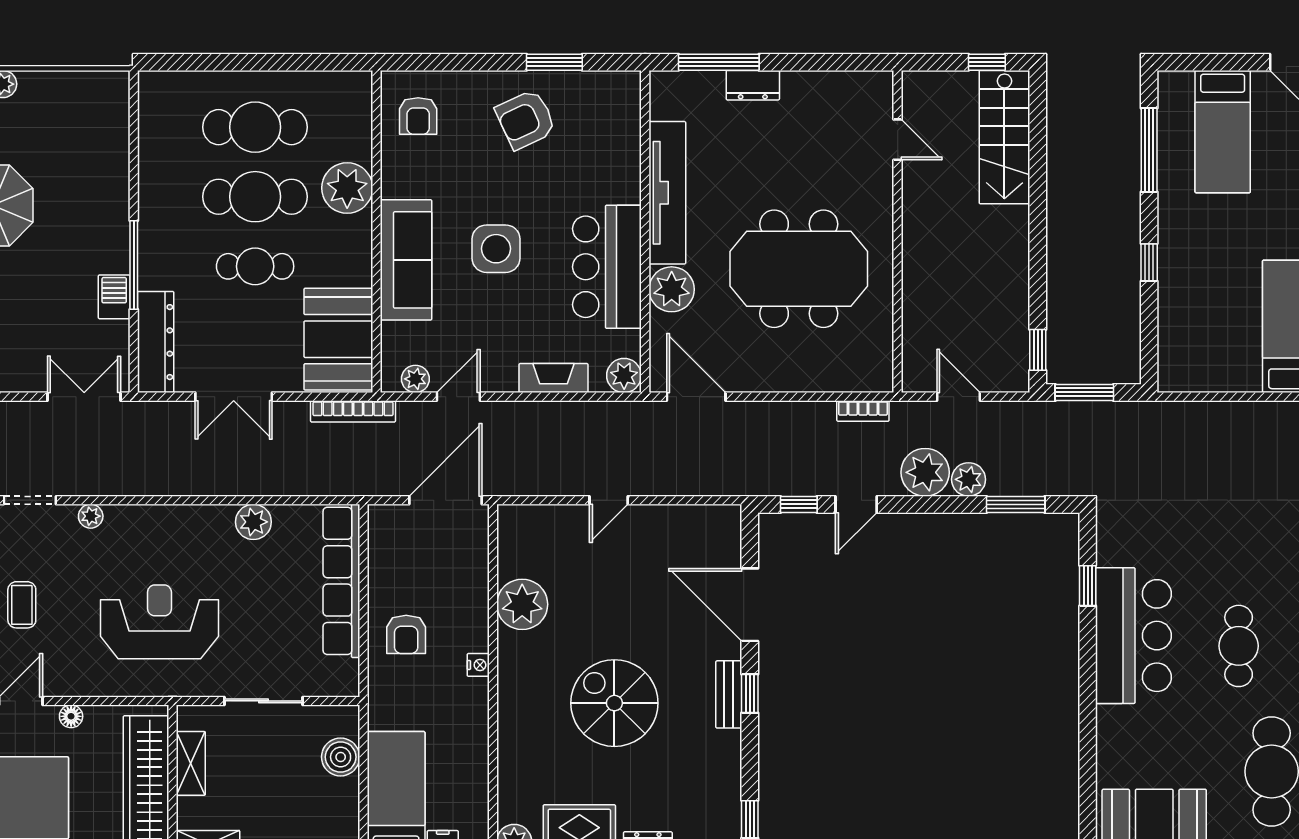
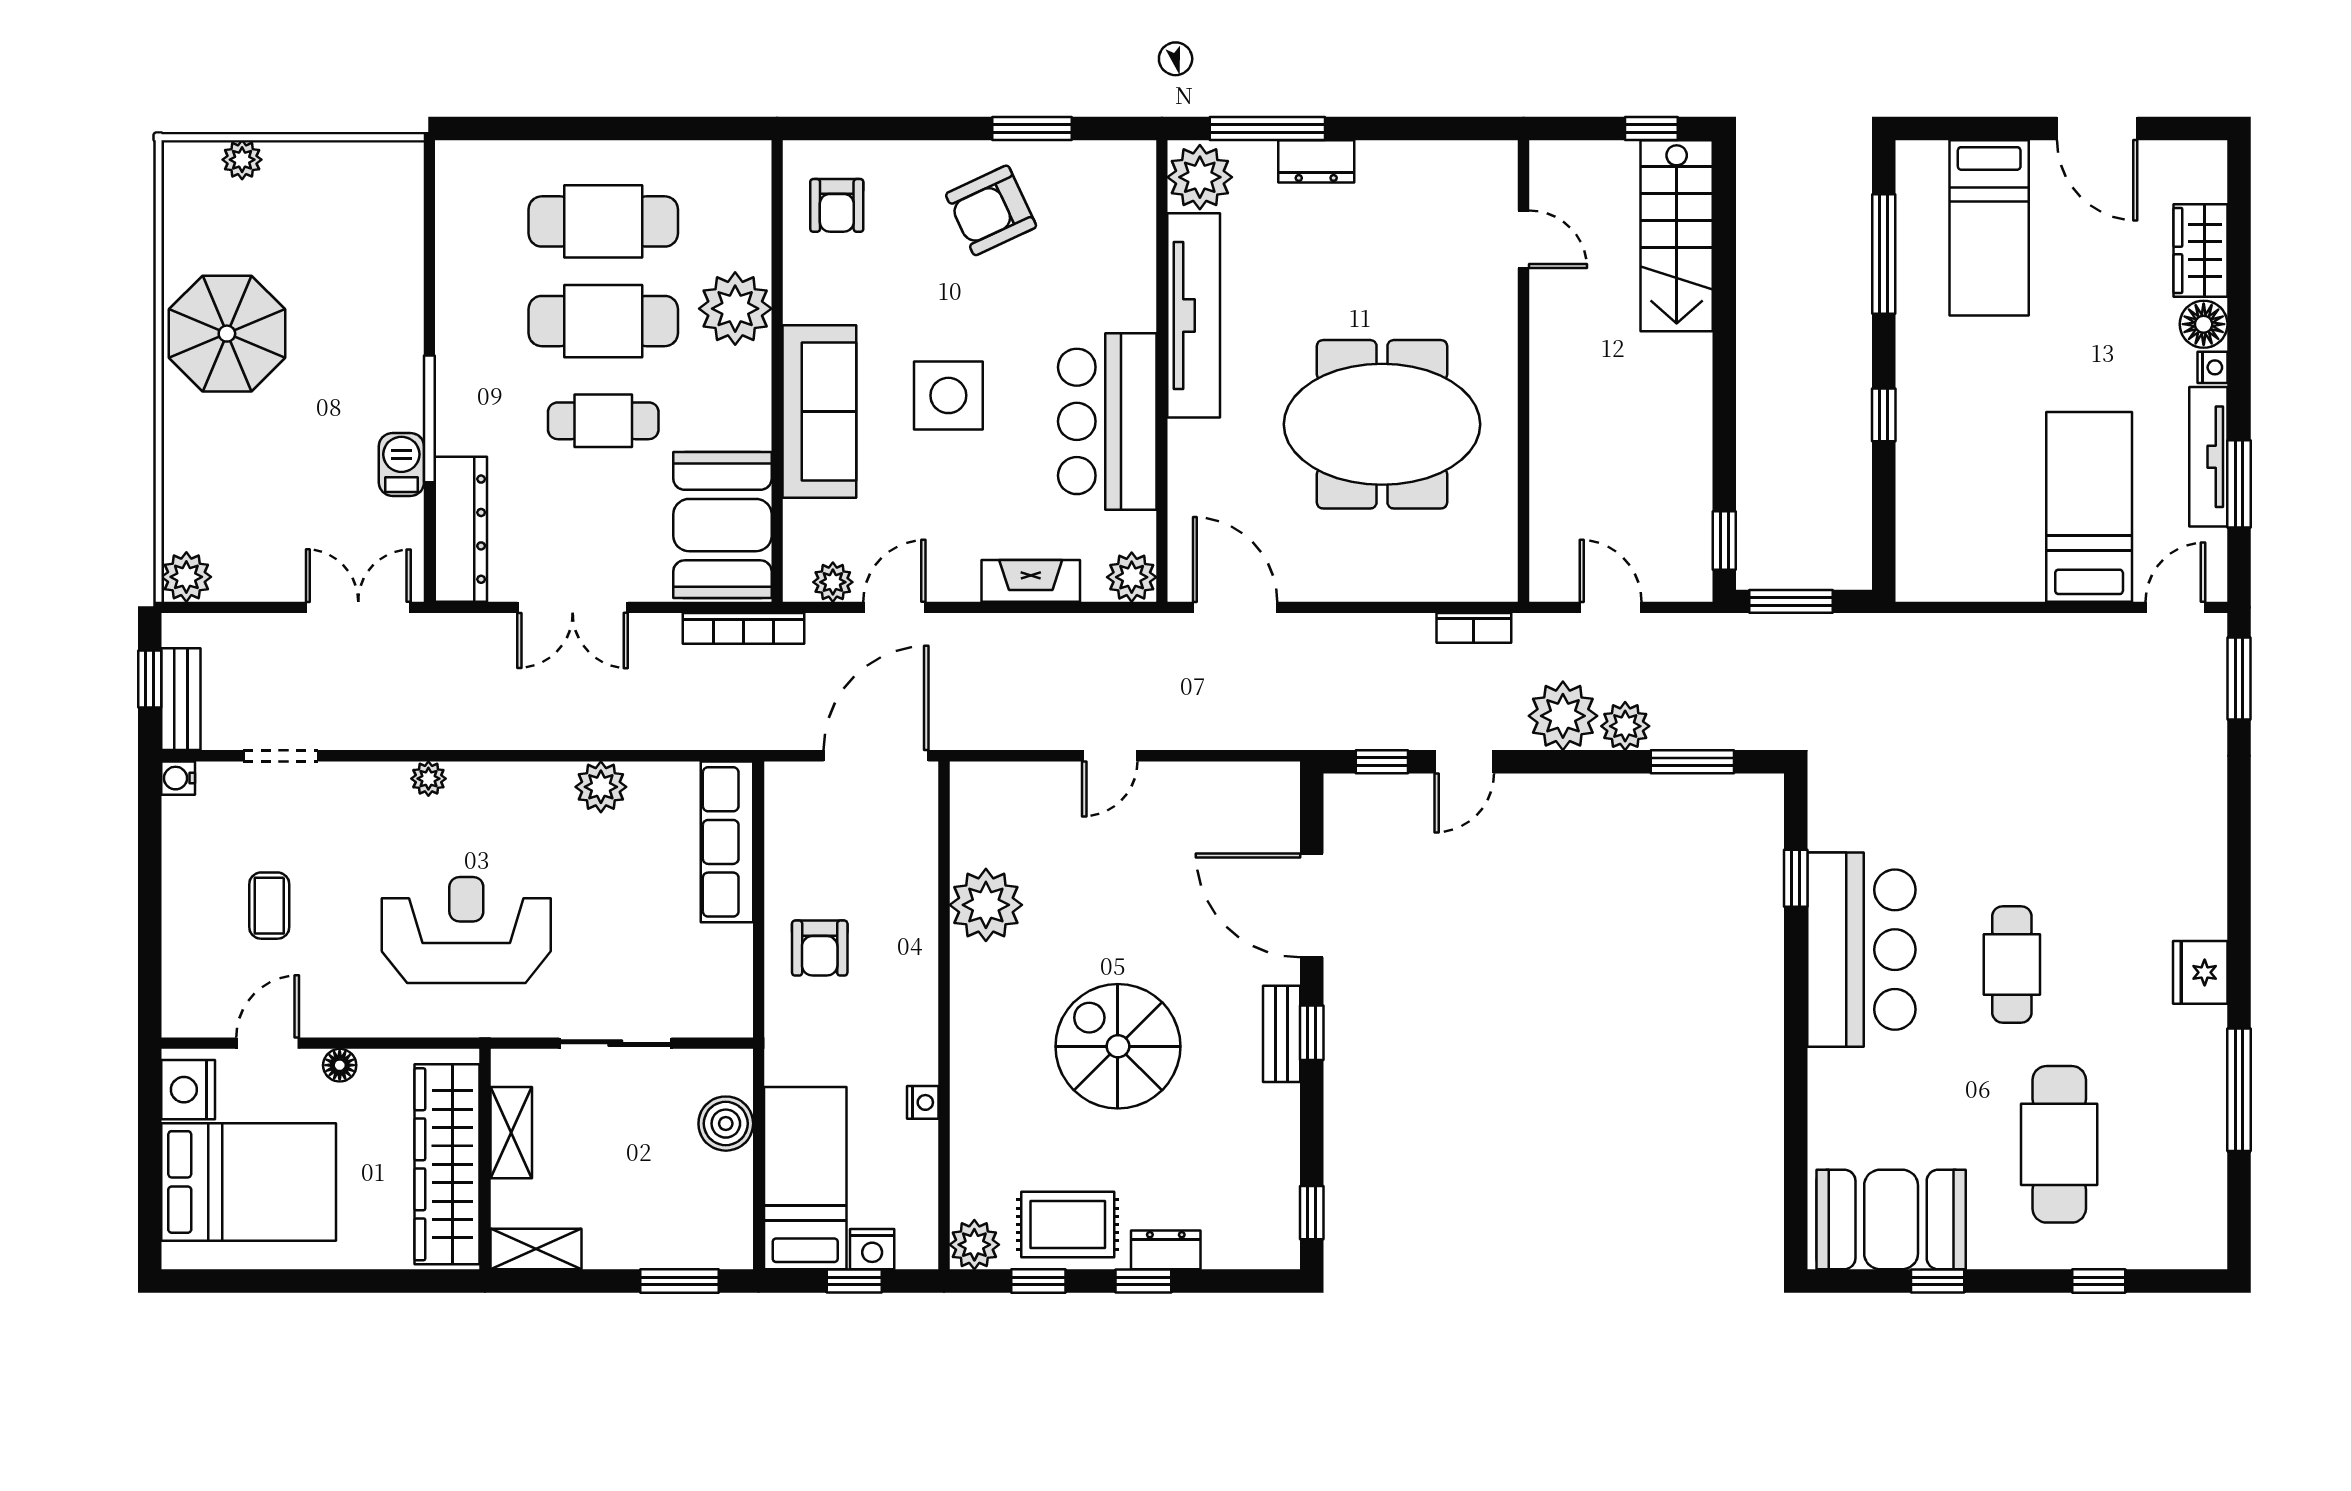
plant: (672, 289) -> (1200, 177), moved
plant: (91, 516) -> (428, 779), moved
row of seats: (341, 581) -> (727, 842), width x0.73
nightstand: (478, 665) -> (923, 1102), moved

